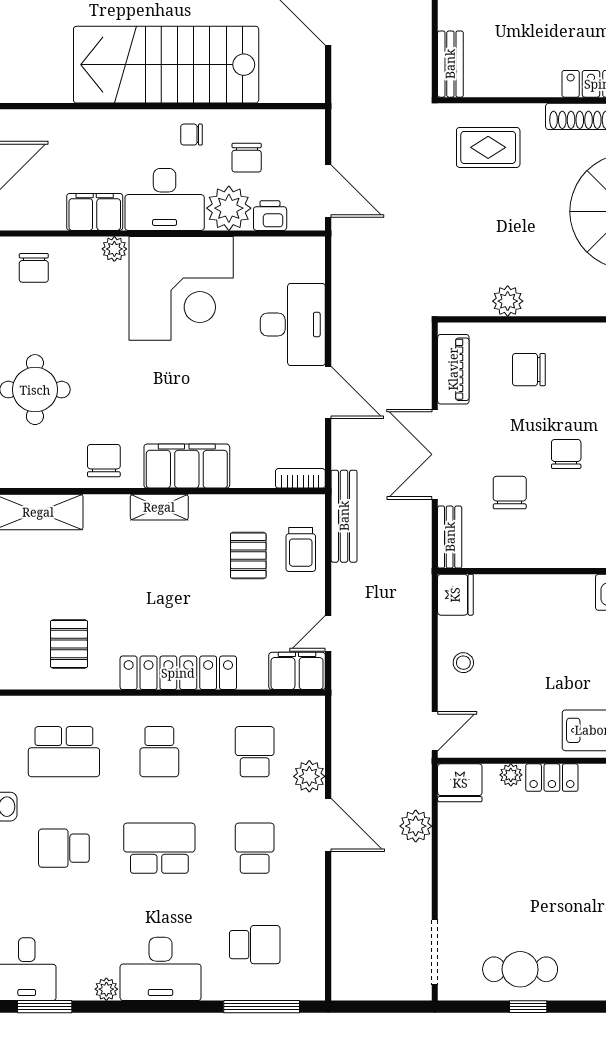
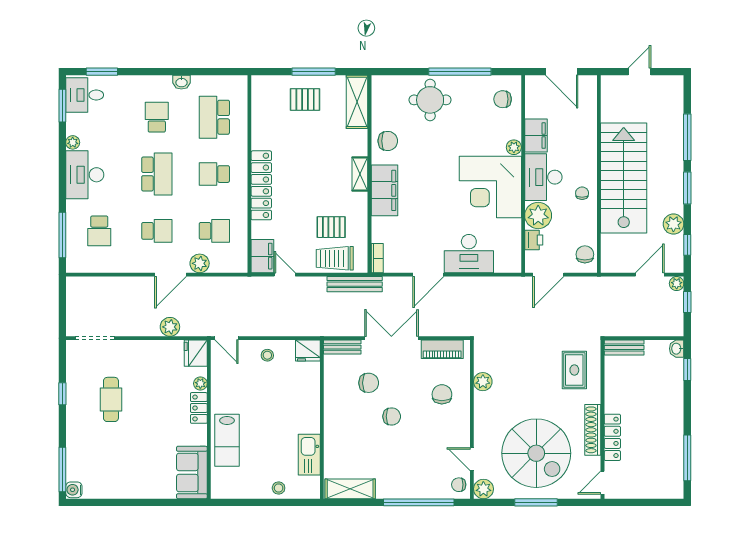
chair: (247, 158) -> (585, 254), moved, turned 90
trolley: (301, 549) -> (335, 258), width x1.36, depth x1.39
pallet: (69, 644) -> (305, 99), moved
cafe table: (520, 969) -> (111, 399), moved

